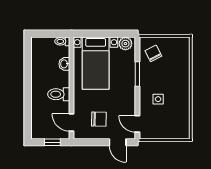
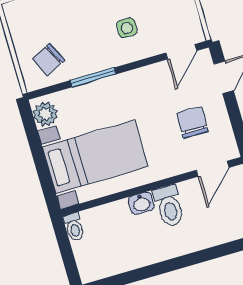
washbasin: (64, 64) -> (141, 203), moved

